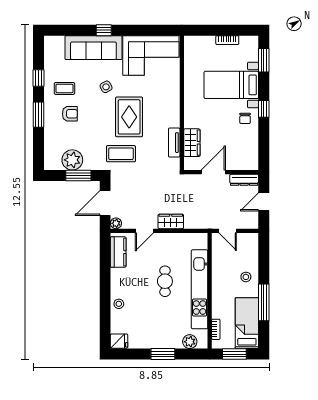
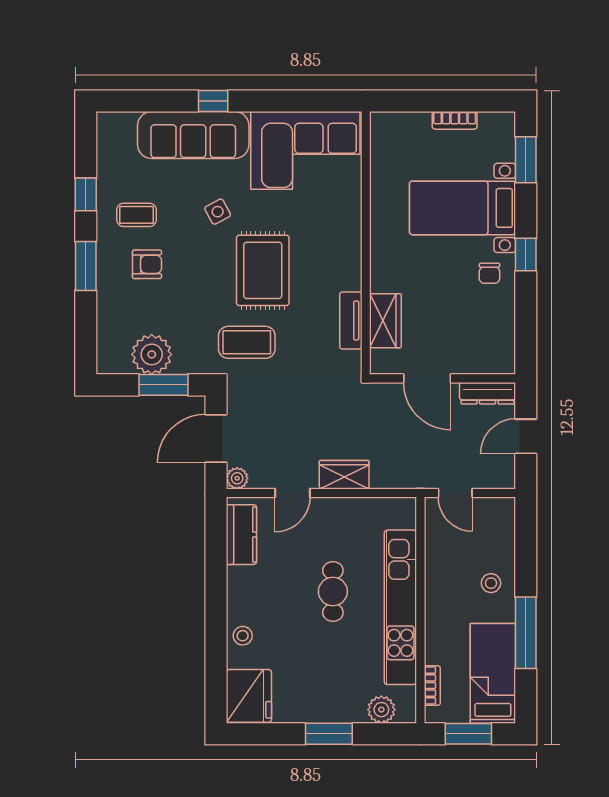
door: (213, 172) -> (427, 378), swing flipped
fridge: (119, 341) -> (249, 696), width x1.88, depth x1.34

